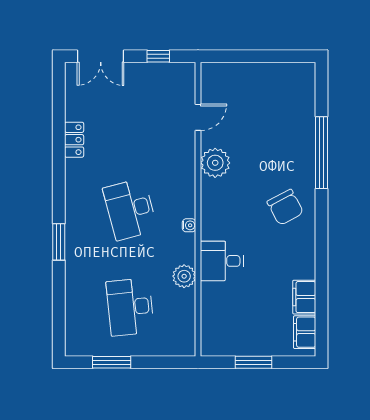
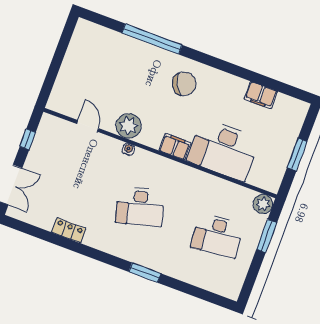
water cooler: (189, 225) -> (128, 149), moved
desk: (222, 261) -> (223, 150), width x1.87, depth x1.30
plant: (184, 276) -> (263, 204), moved
filing cabinet: (305, 332) -> (175, 147), moved, turned 180
window: (112, 362) -> (267, 236), moved

